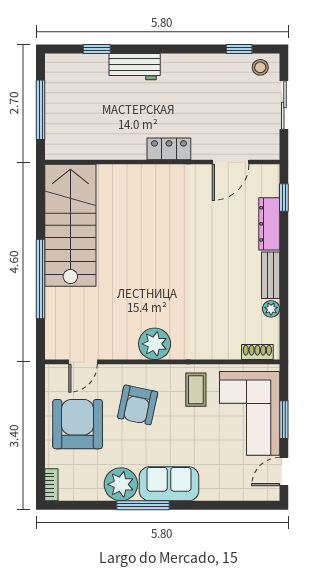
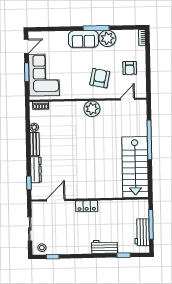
workbench: (59, 94) -> (142, 232), added
coffee table: (196, 390) -> (71, 86), removed
armchair: (78, 424) -> (130, 68), width x0.53, depth x0.53

